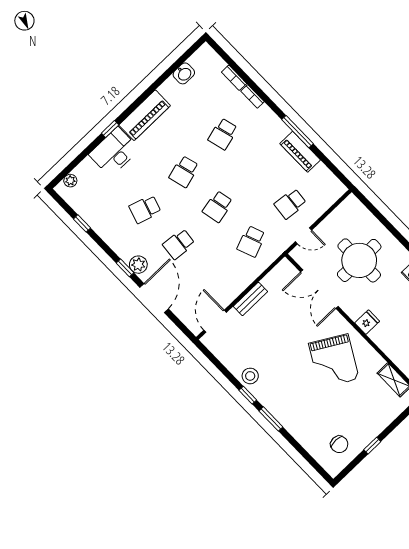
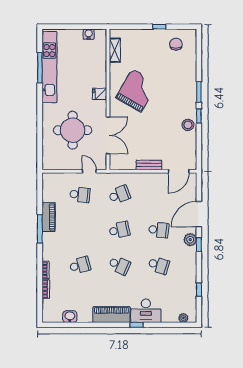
school desk: (184, 172) -> (119, 265), turned 39

